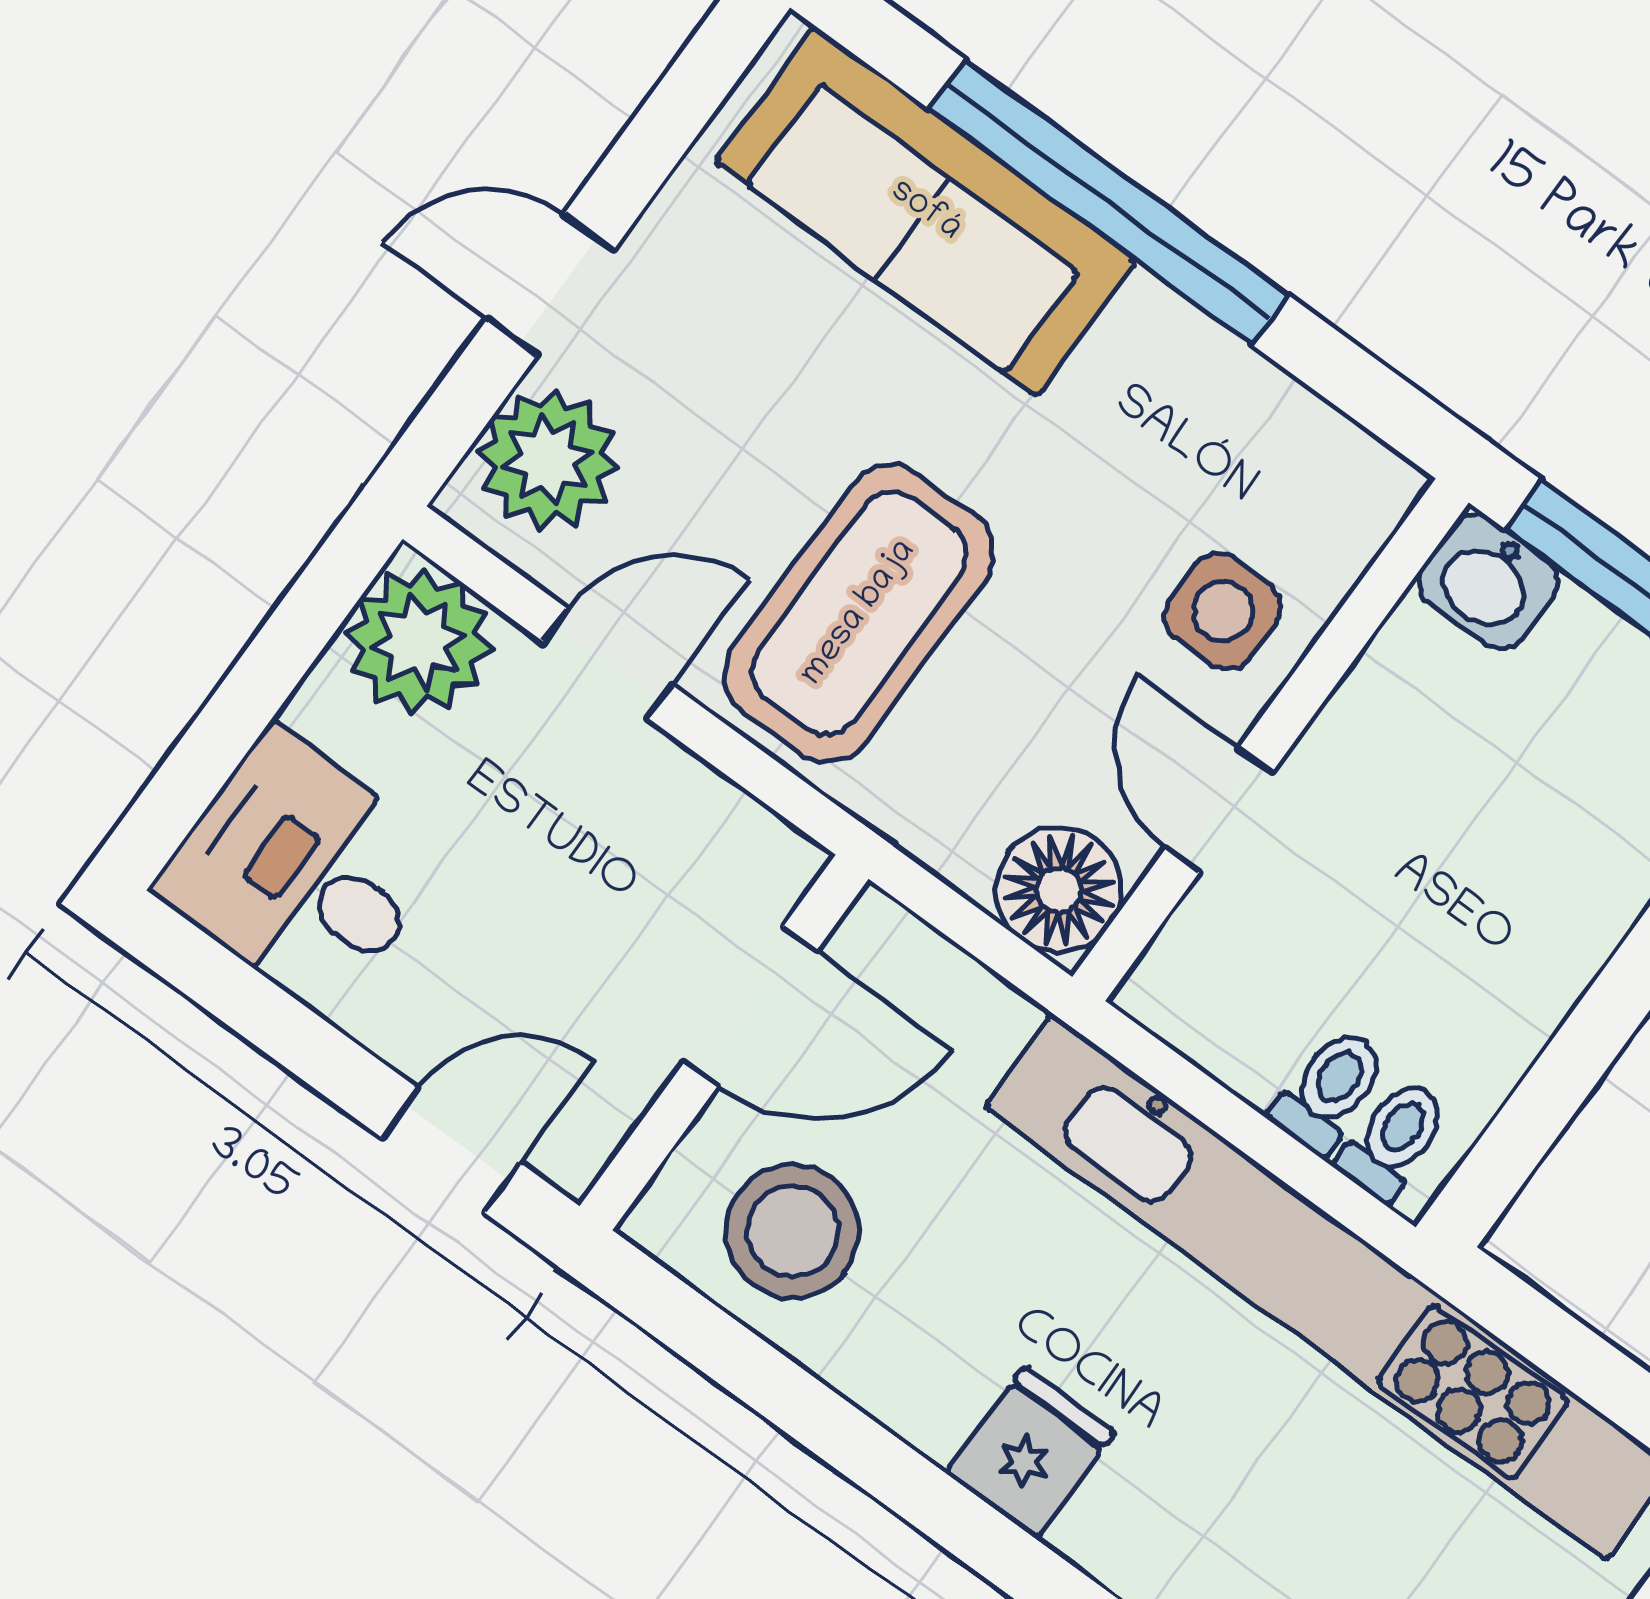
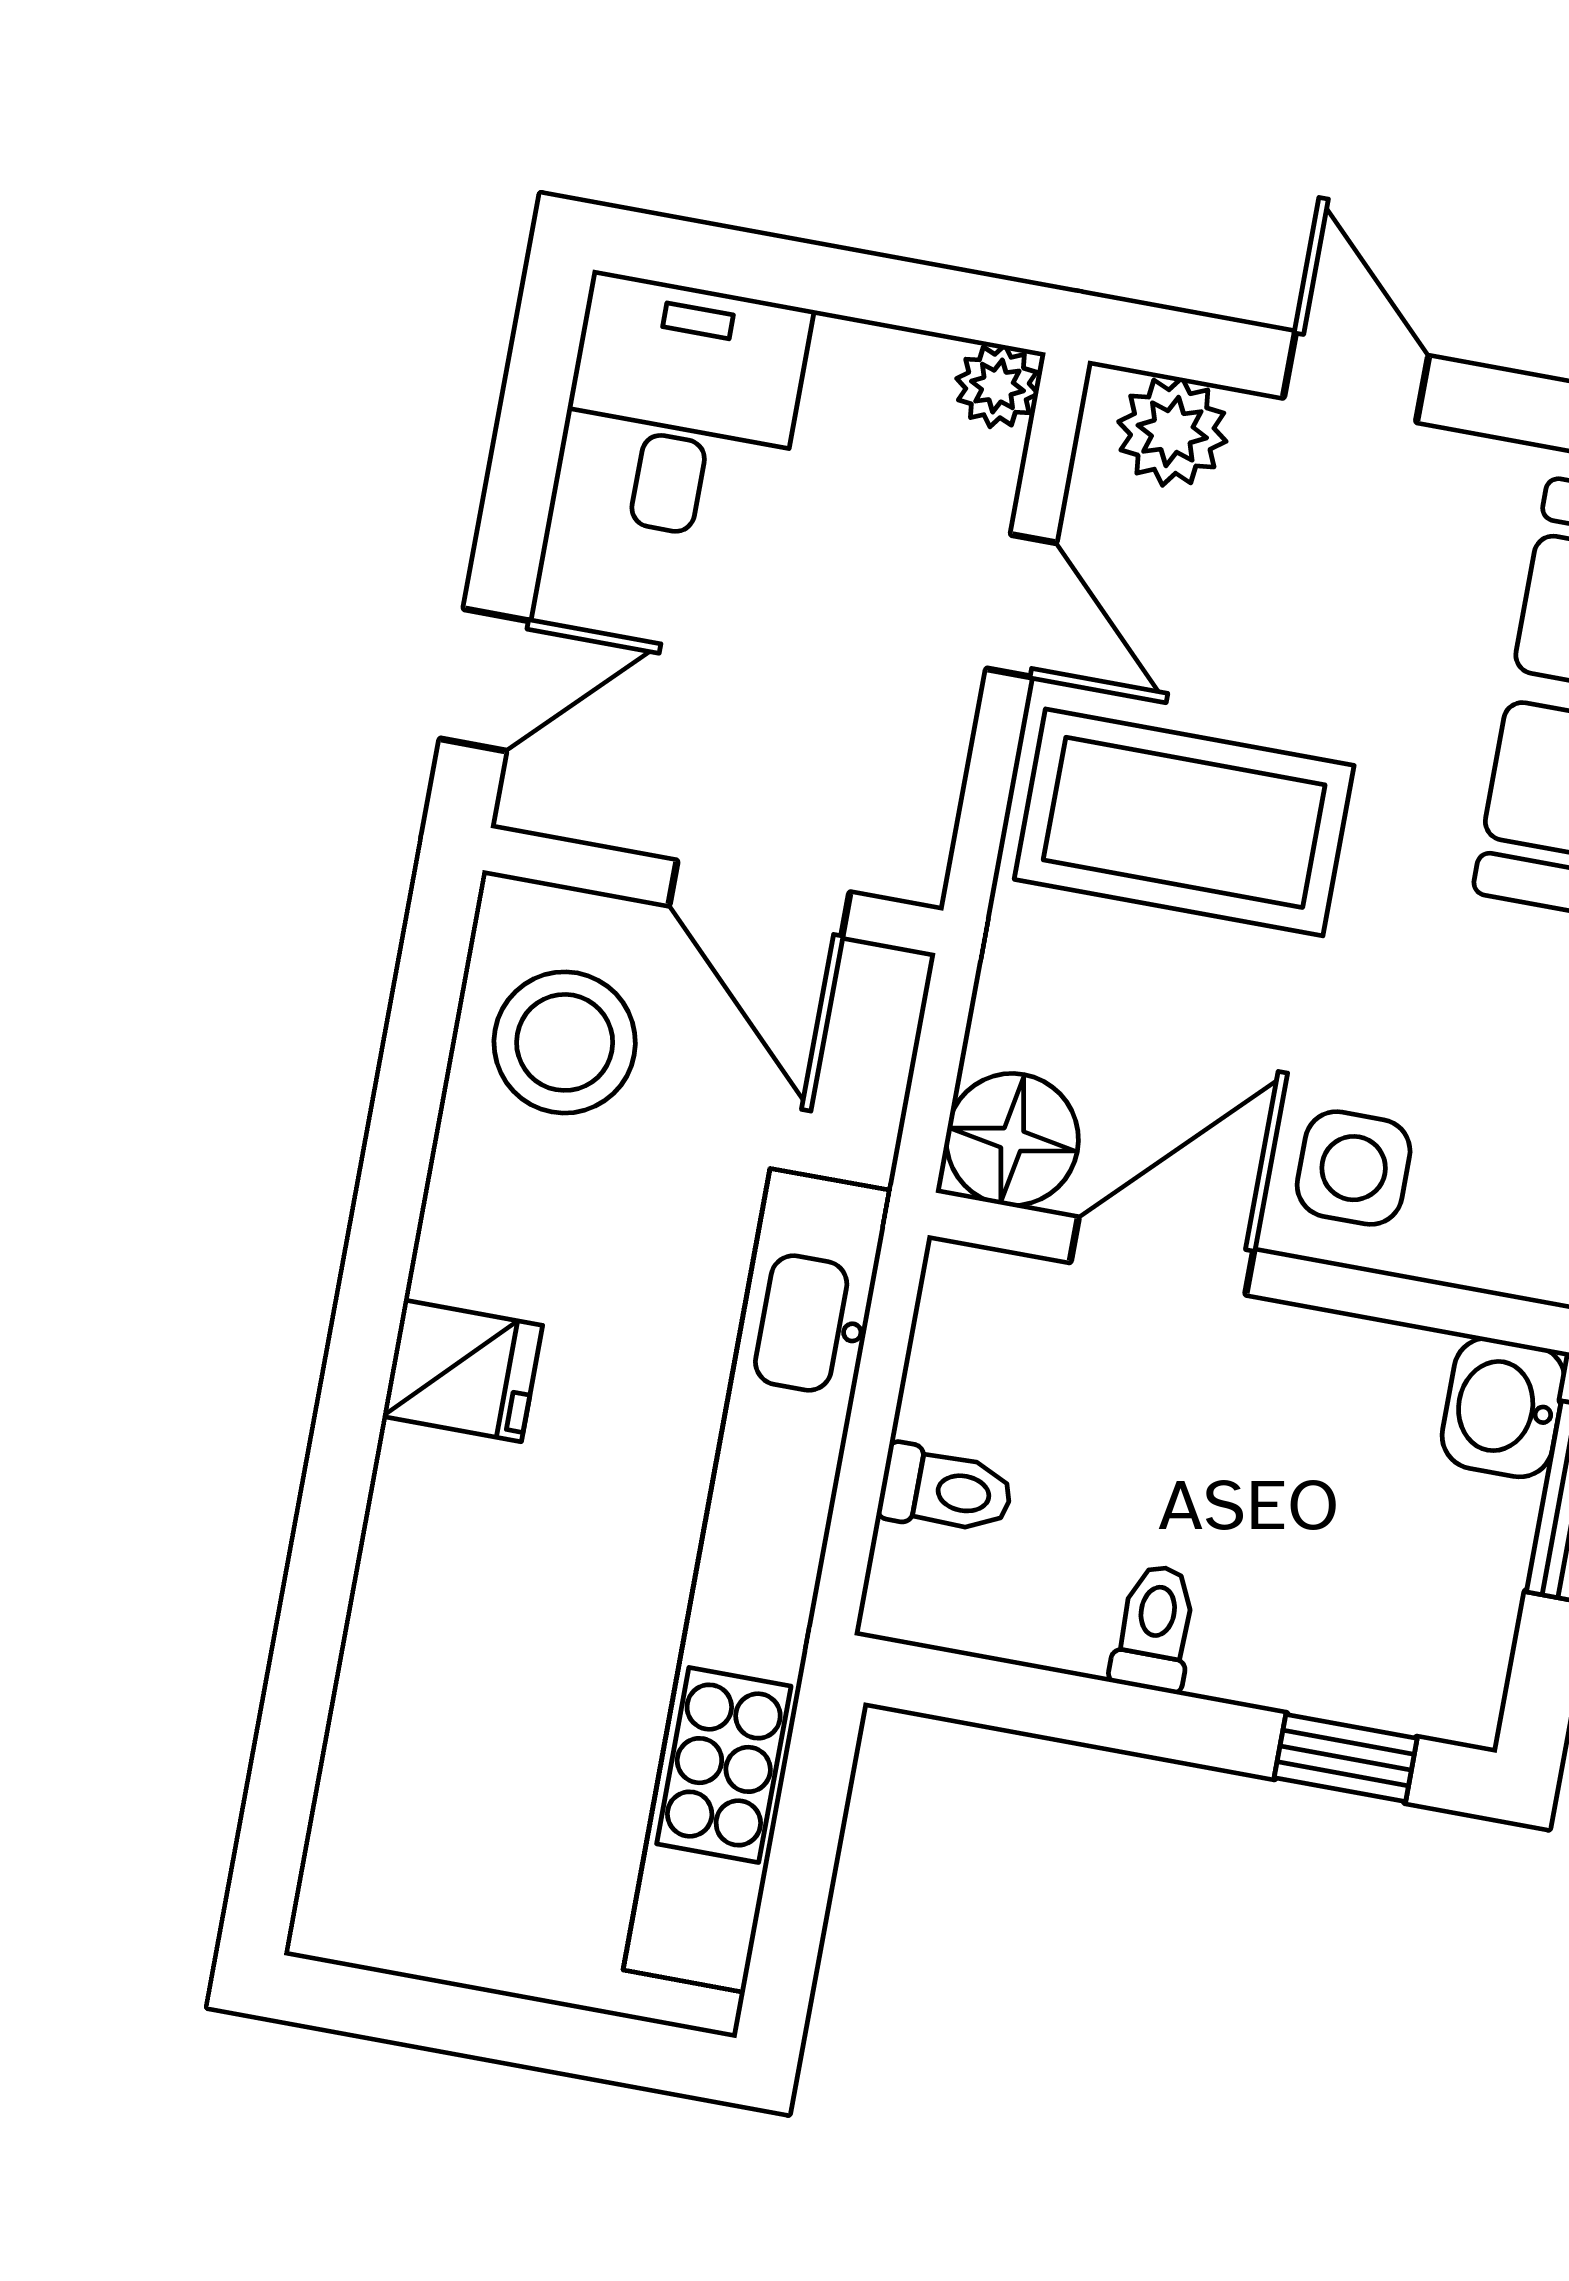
plant: (548, 459) -> (1172, 431), width x0.73, depth x0.73
plant: (419, 642) -> (997, 386), width x0.53, depth x0.53
door: (1219, 810) -> (1162, 1256), width x1.38
toilet: (1393, 1140) -> (1155, 1628), moved, turned -90
door: (451, 1150) -> (485, 680), hinge flipped

